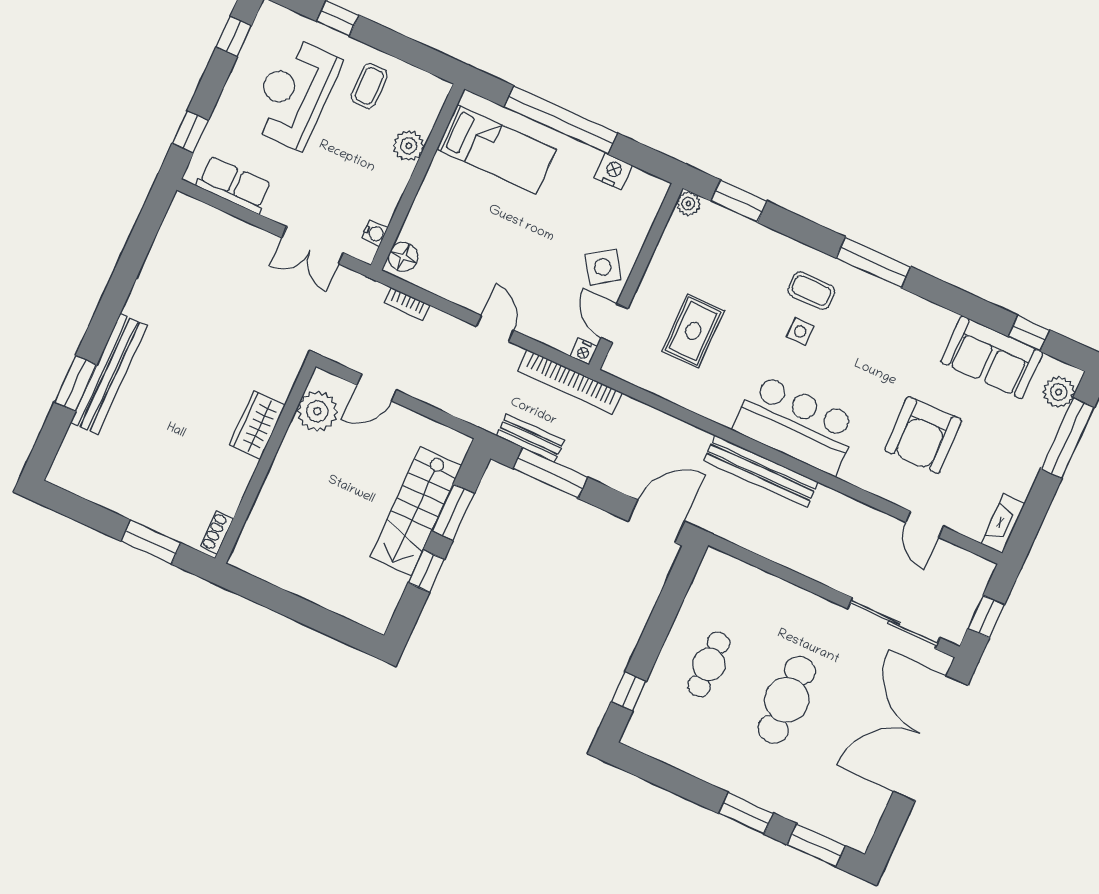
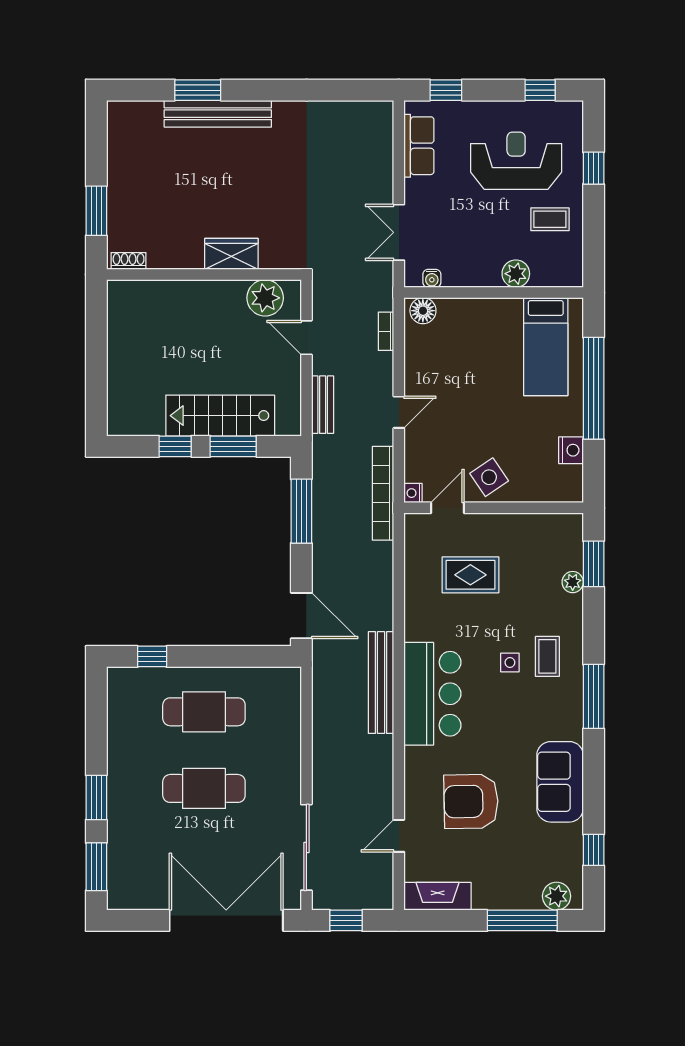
plant: (688, 204) -> (573, 582), moved
sofa: (992, 357) -> (560, 782), moved
bench: (530, 438) -> (323, 405), moved
fireplace: (1003, 524) -> (438, 896), width x1.37, depth x1.32
cafe table: (709, 664) -> (204, 712), width x1.37, depth x1.35

